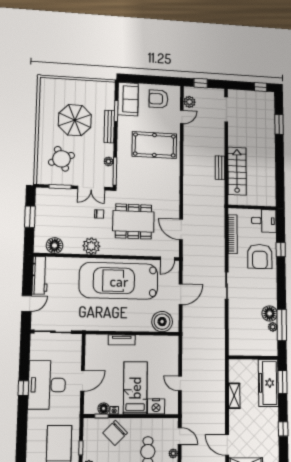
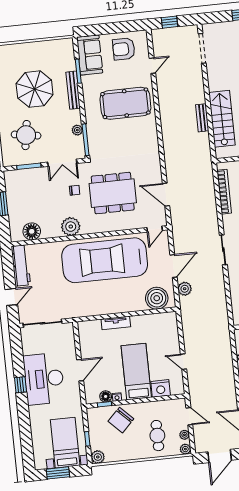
plant: (189, 102) -> (185, 289), moved
round table: (61, 159) -> (26, 135), turned 32

